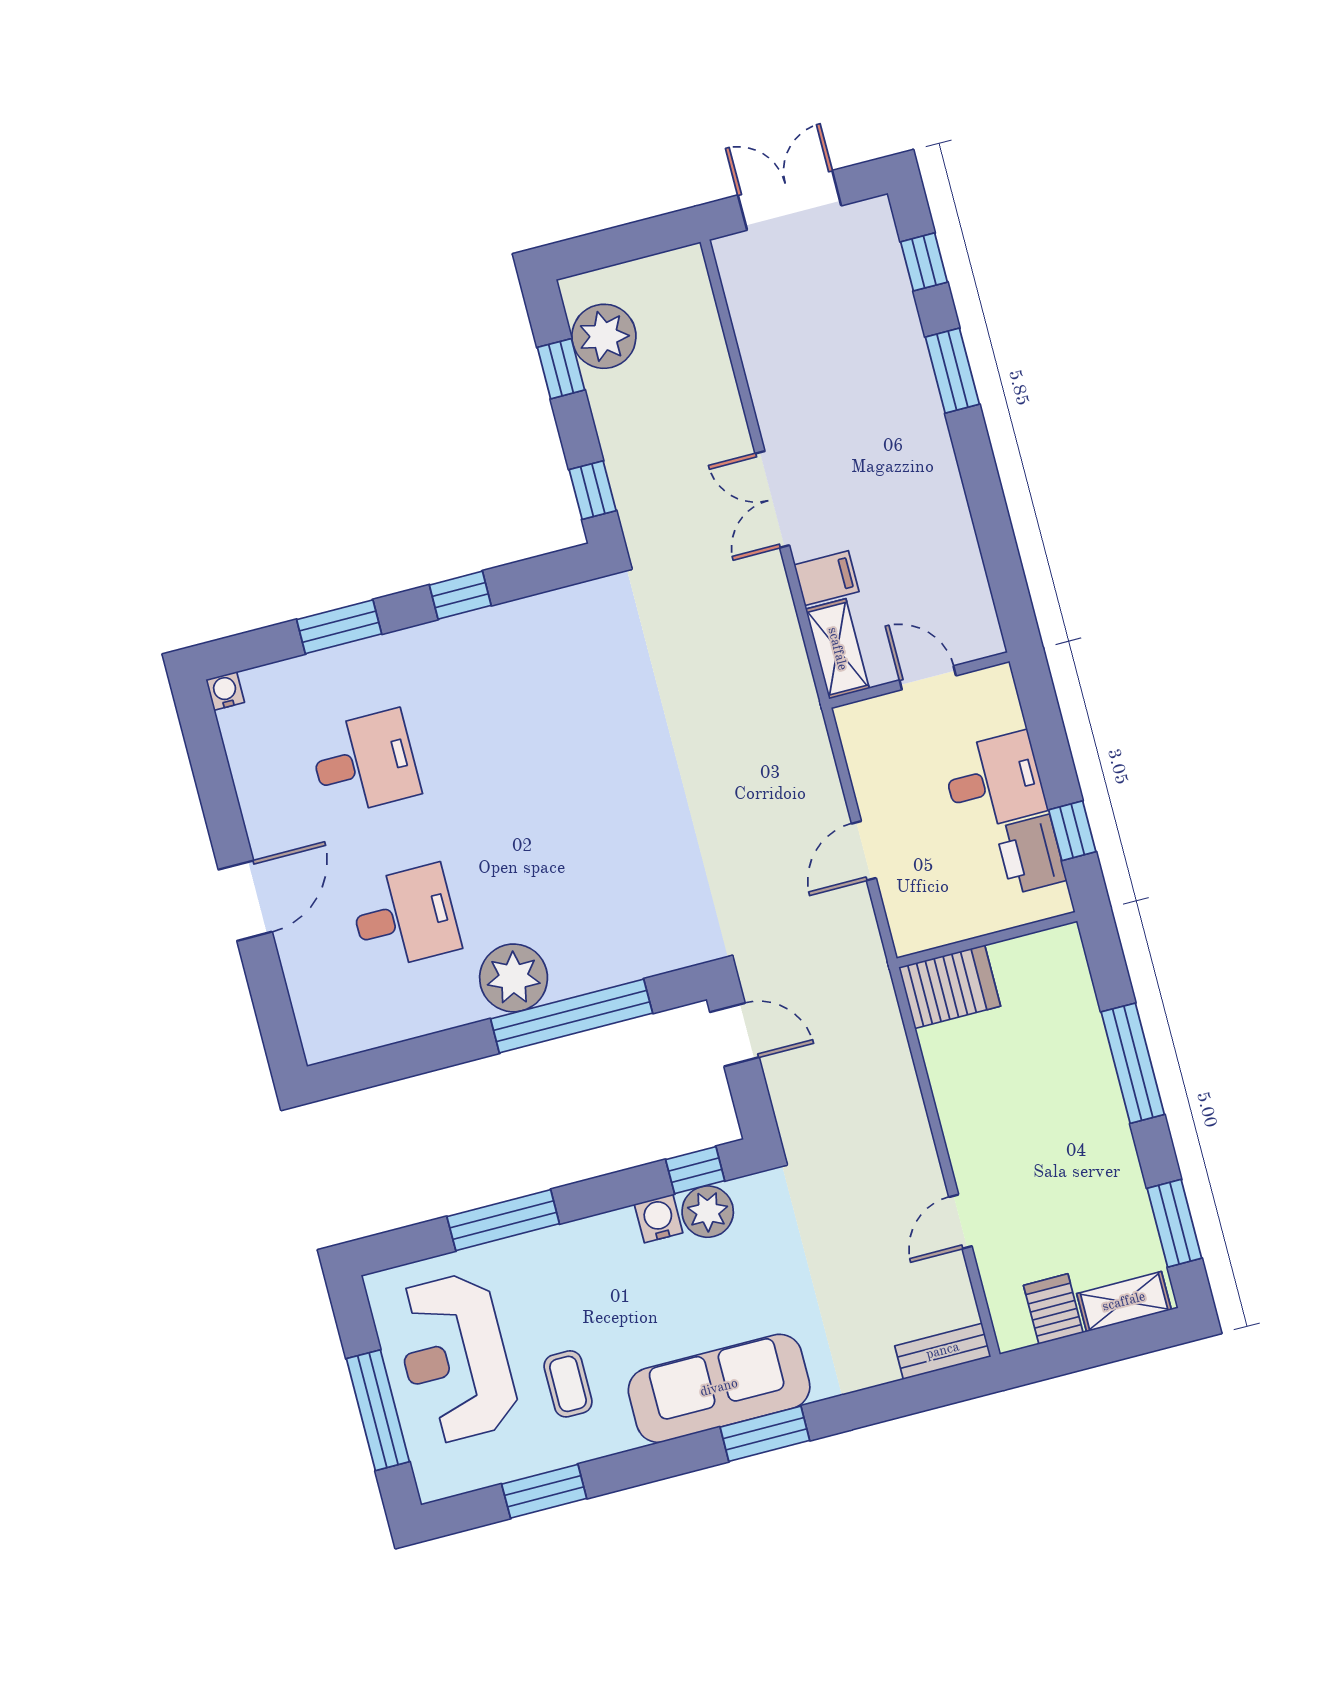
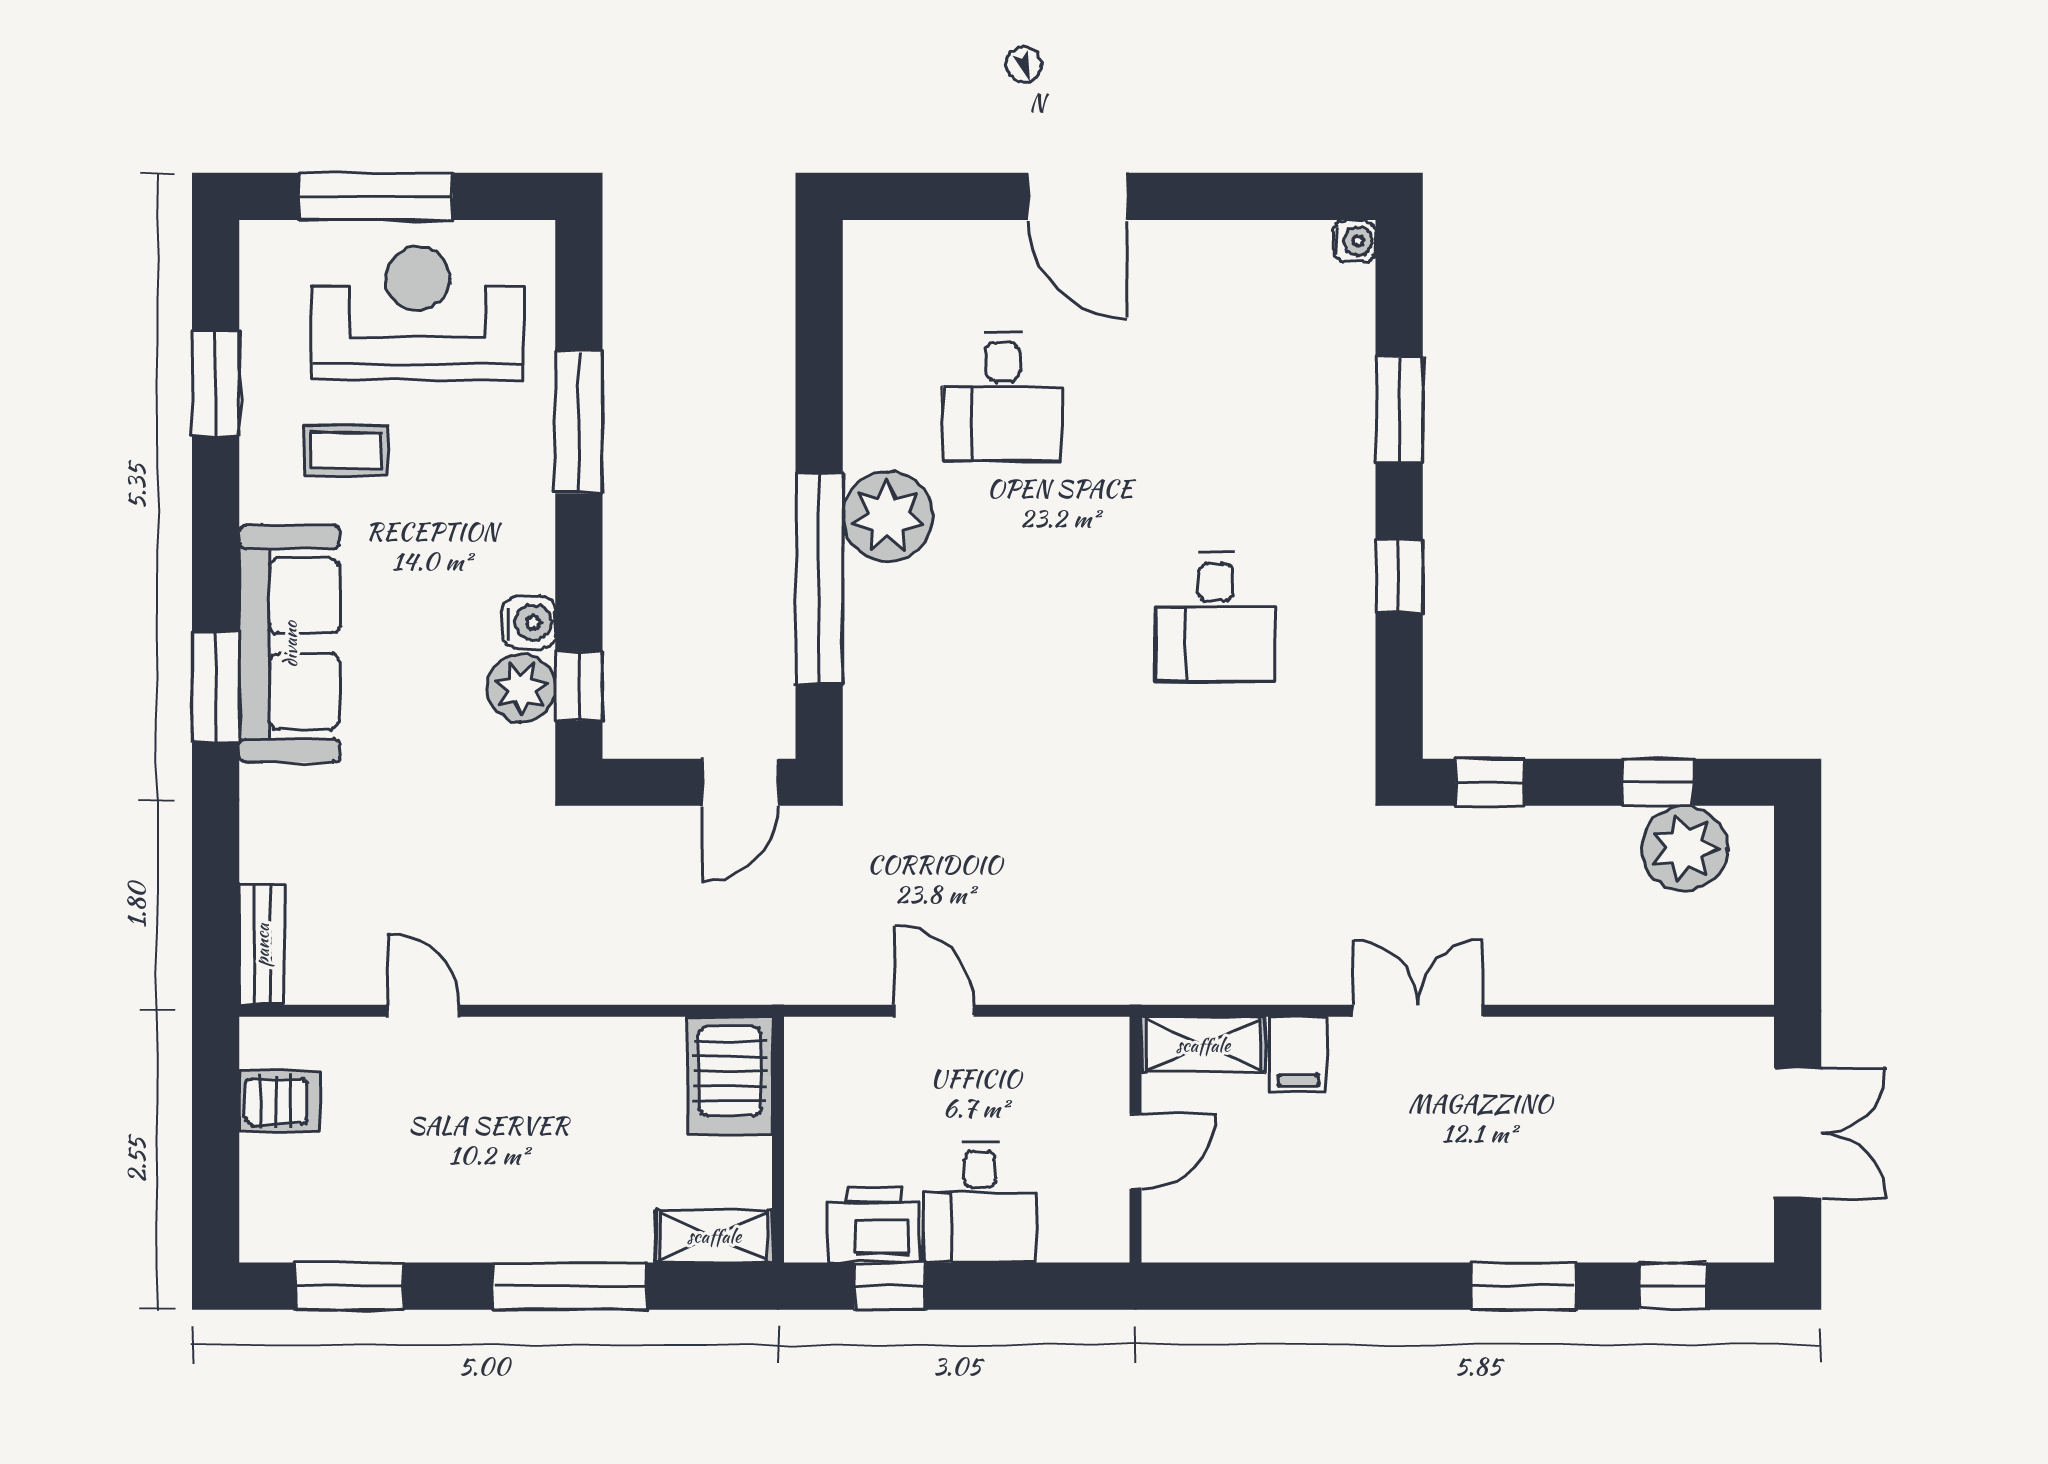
desk: (365, 762) -> (1216, 617), moved
shelving: (1124, 1302) -> (714, 1236), moved, turned 90

